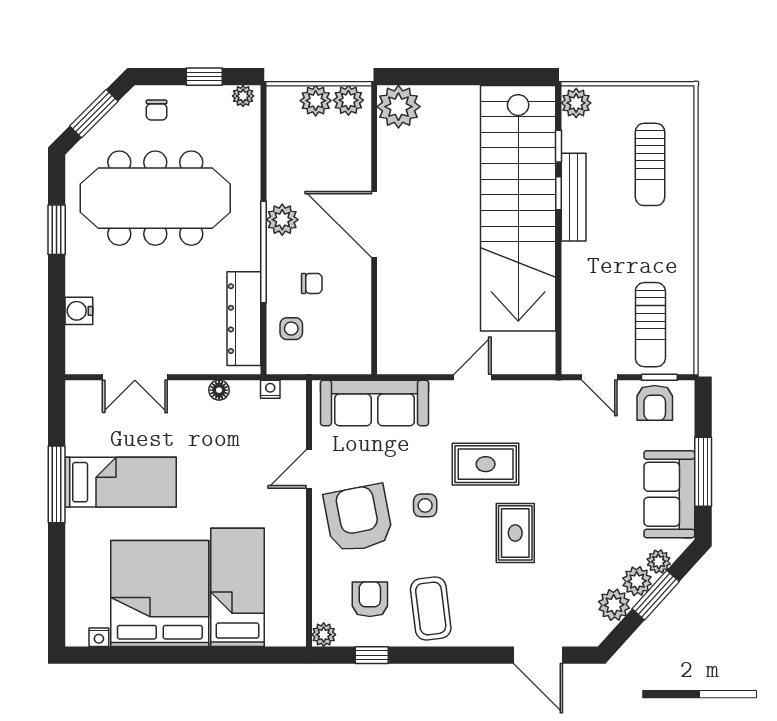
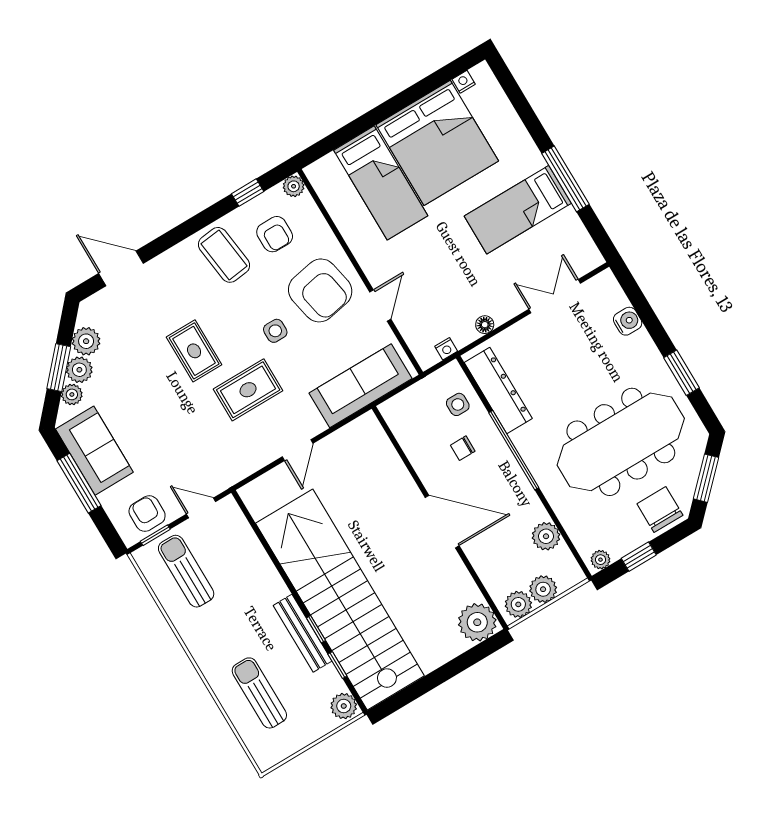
chair: (157, 110) -> (660, 510), width x1.87, depth x1.87
plant: (282, 220) -> (546, 536), moved

